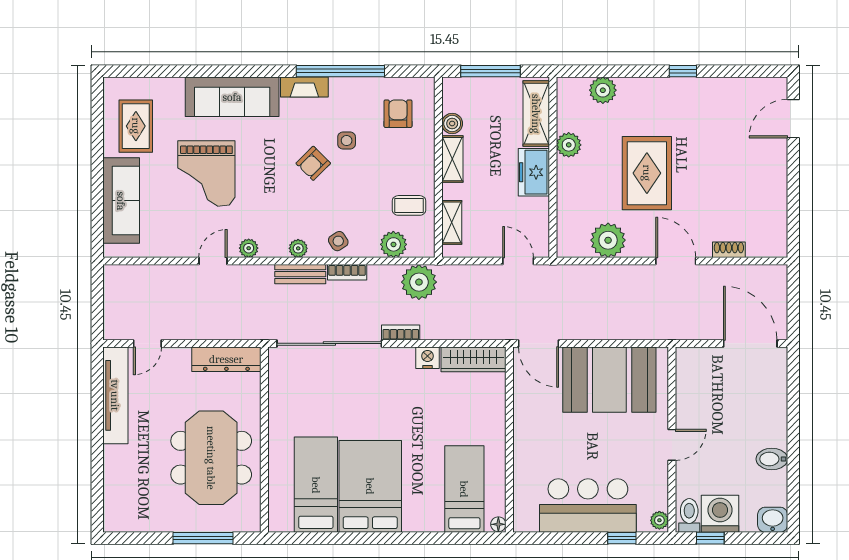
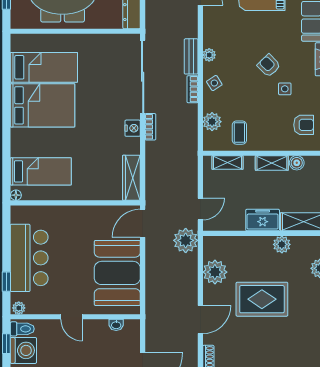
plant: (249, 248) -> (209, 20), removed
plant: (419, 282) -> (186, 240), moved
nightstand: (427, 358) -> (133, 128), moved
washbasin: (684, 381) -> (116, 325), added

